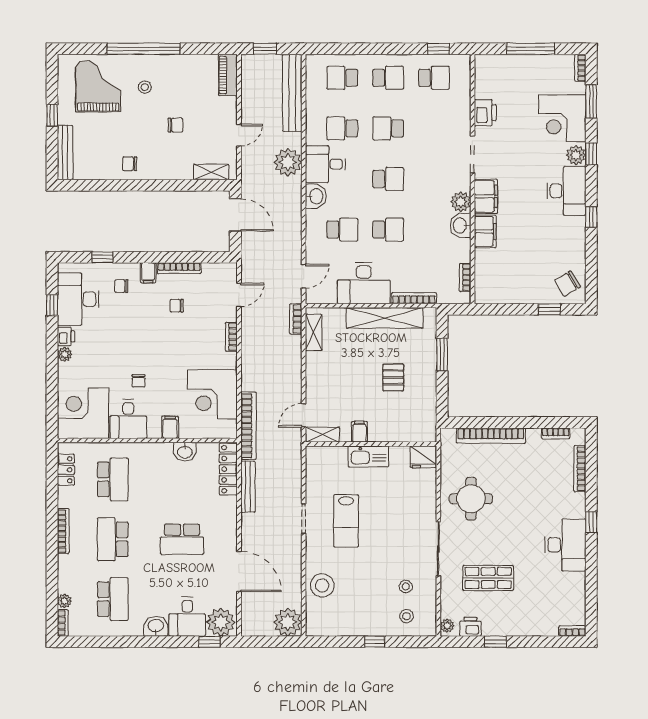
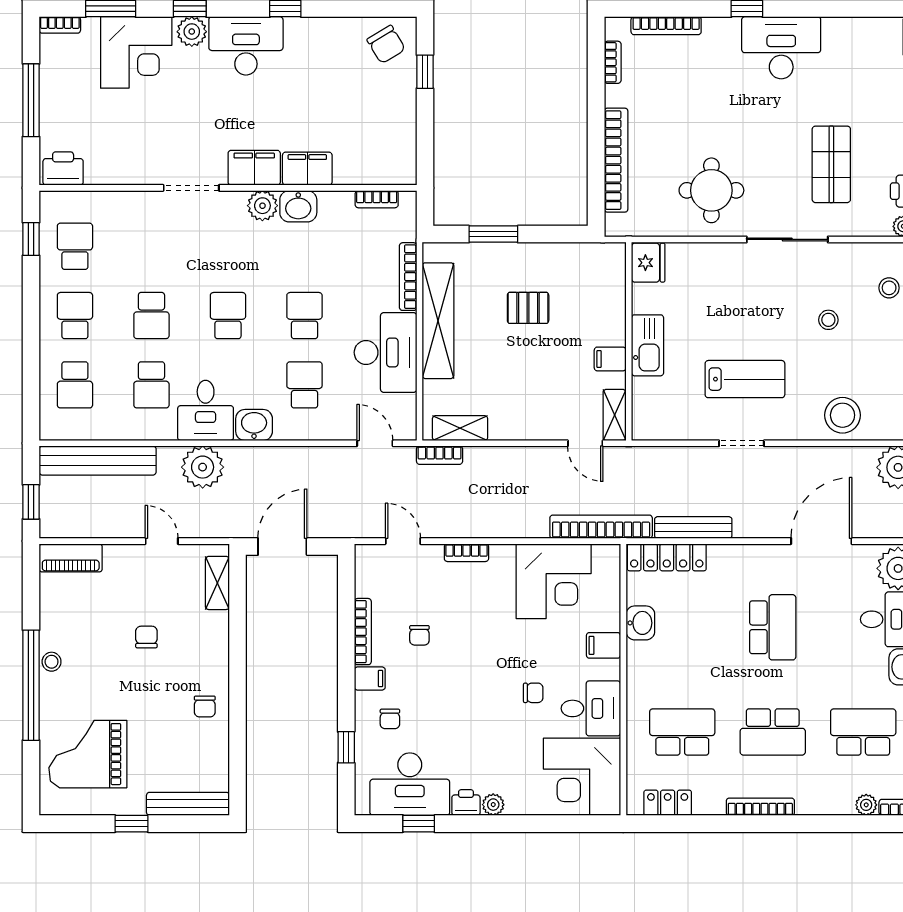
stool: (145, 87) -> (52, 662), moved
printer: (485, 113) -> (63, 169), moved
stool: (406, 587) -> (828, 320), moved

